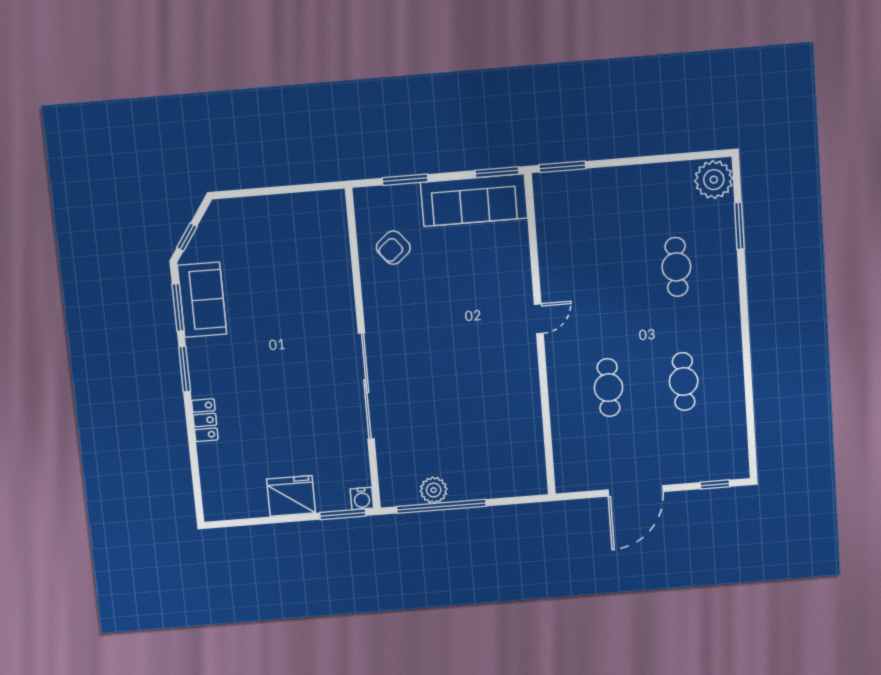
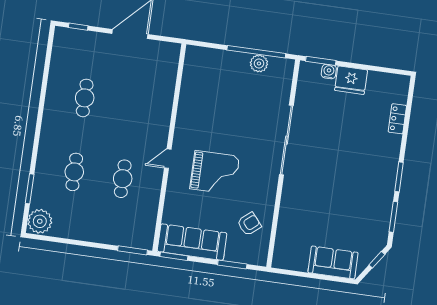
sofa: (202, 300) -> (333, 262), moved, turned 90
grand piano: (463, 314) -> (215, 173), added
cafe table: (608, 388) -> (123, 179), moved
locker: (205, 420) -> (397, 119), moved
water cooler: (362, 499) -> (329, 71), moved

